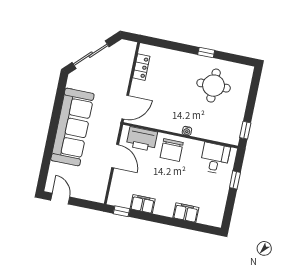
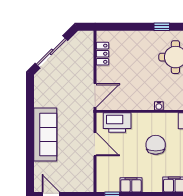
sofa: (72, 127) -> (45, 135), width x0.74, depth x0.79
chair: (172, 150) -> (156, 145), moved, turned 180

